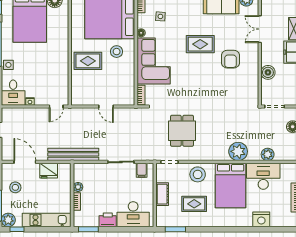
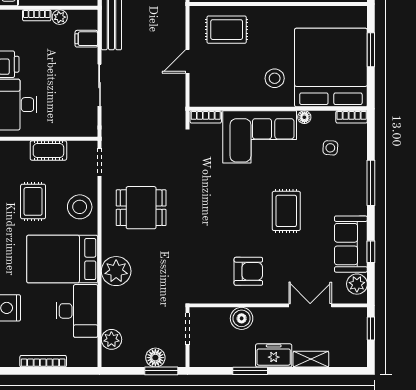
armchair: (230, 59) -> (248, 271), moved, turned 180
rug: (88, 61) -> (227, 30), moved, turned 90
dining table: (182, 131) -> (141, 208), moved
plant: (268, 154) -> (111, 339), moved
filing cabinet: (142, 170) -> (86, 39), moved

